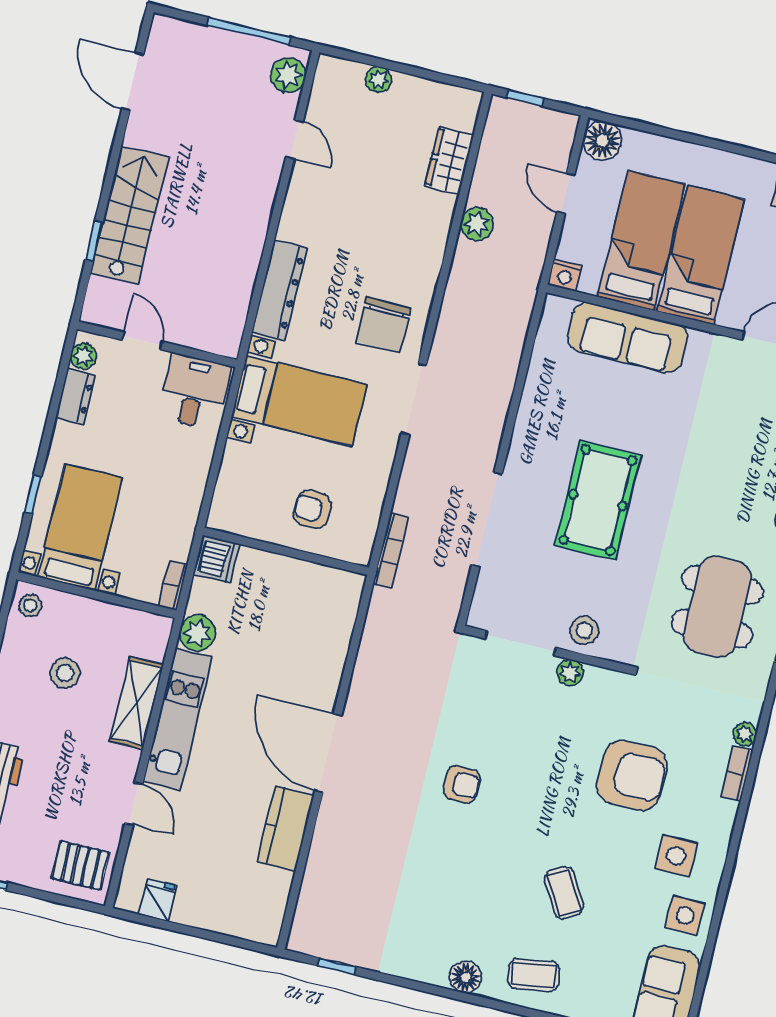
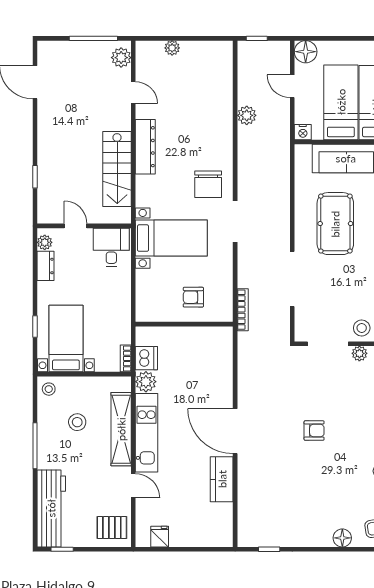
wardrobe: (449, 160) -> (223, 83), removed
stairs: (130, 215) -> (117, 169), moved, turned 180
dresser: (279, 290) -> (145, 147), moved
pool table: (598, 500) -> (335, 224), moved
dishwasher: (216, 559) -> (146, 358), moved
shelving: (136, 703) -> (121, 429), width x1.47

